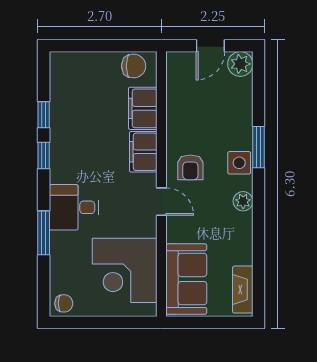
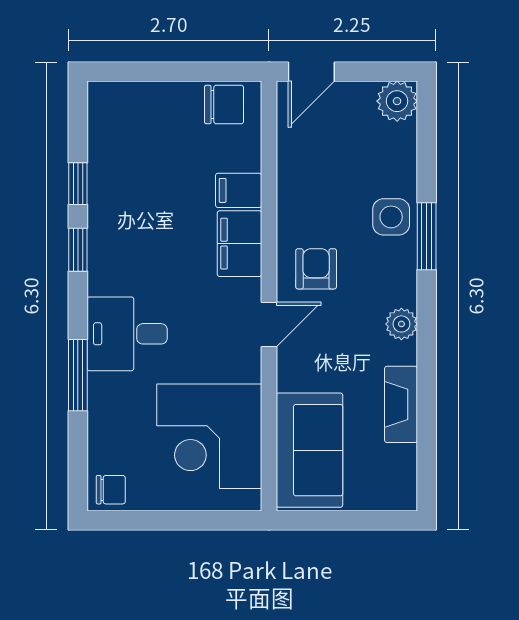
door: (210, 46) -> (311, 72), moved
filing cabinet: (143, 108) -> (239, 190), width x0.50
side table: (239, 163) -> (391, 217), moved
armchair: (190, 167) -> (316, 269), turned 180
door: (161, 202) -> (269, 325), hinge flipped
fireplace: (243, 290) -> (401, 404), moved

